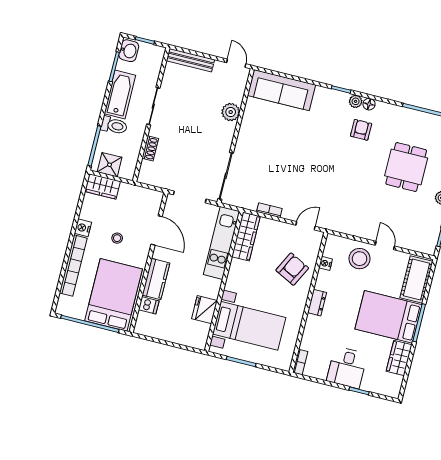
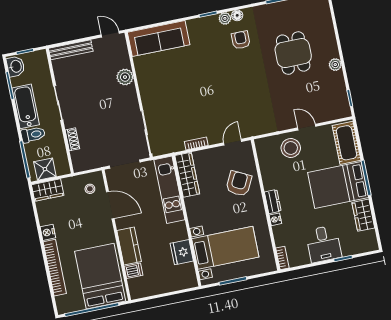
stool: (117, 238) -> (90, 189), moved
nightstand: (326, 263) -> (275, 219), moved

